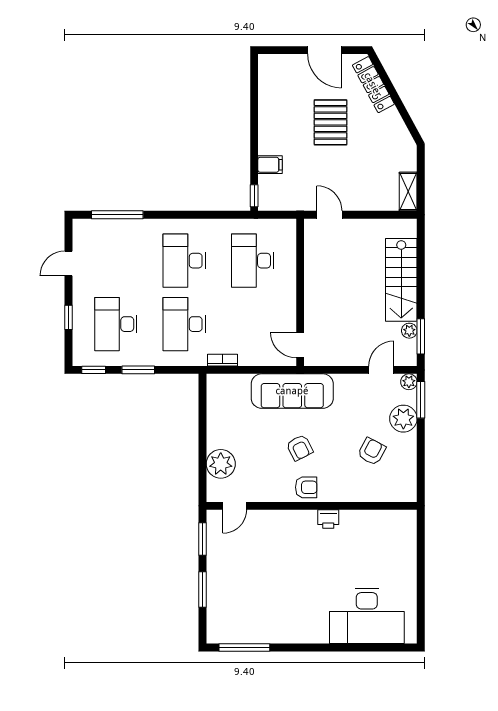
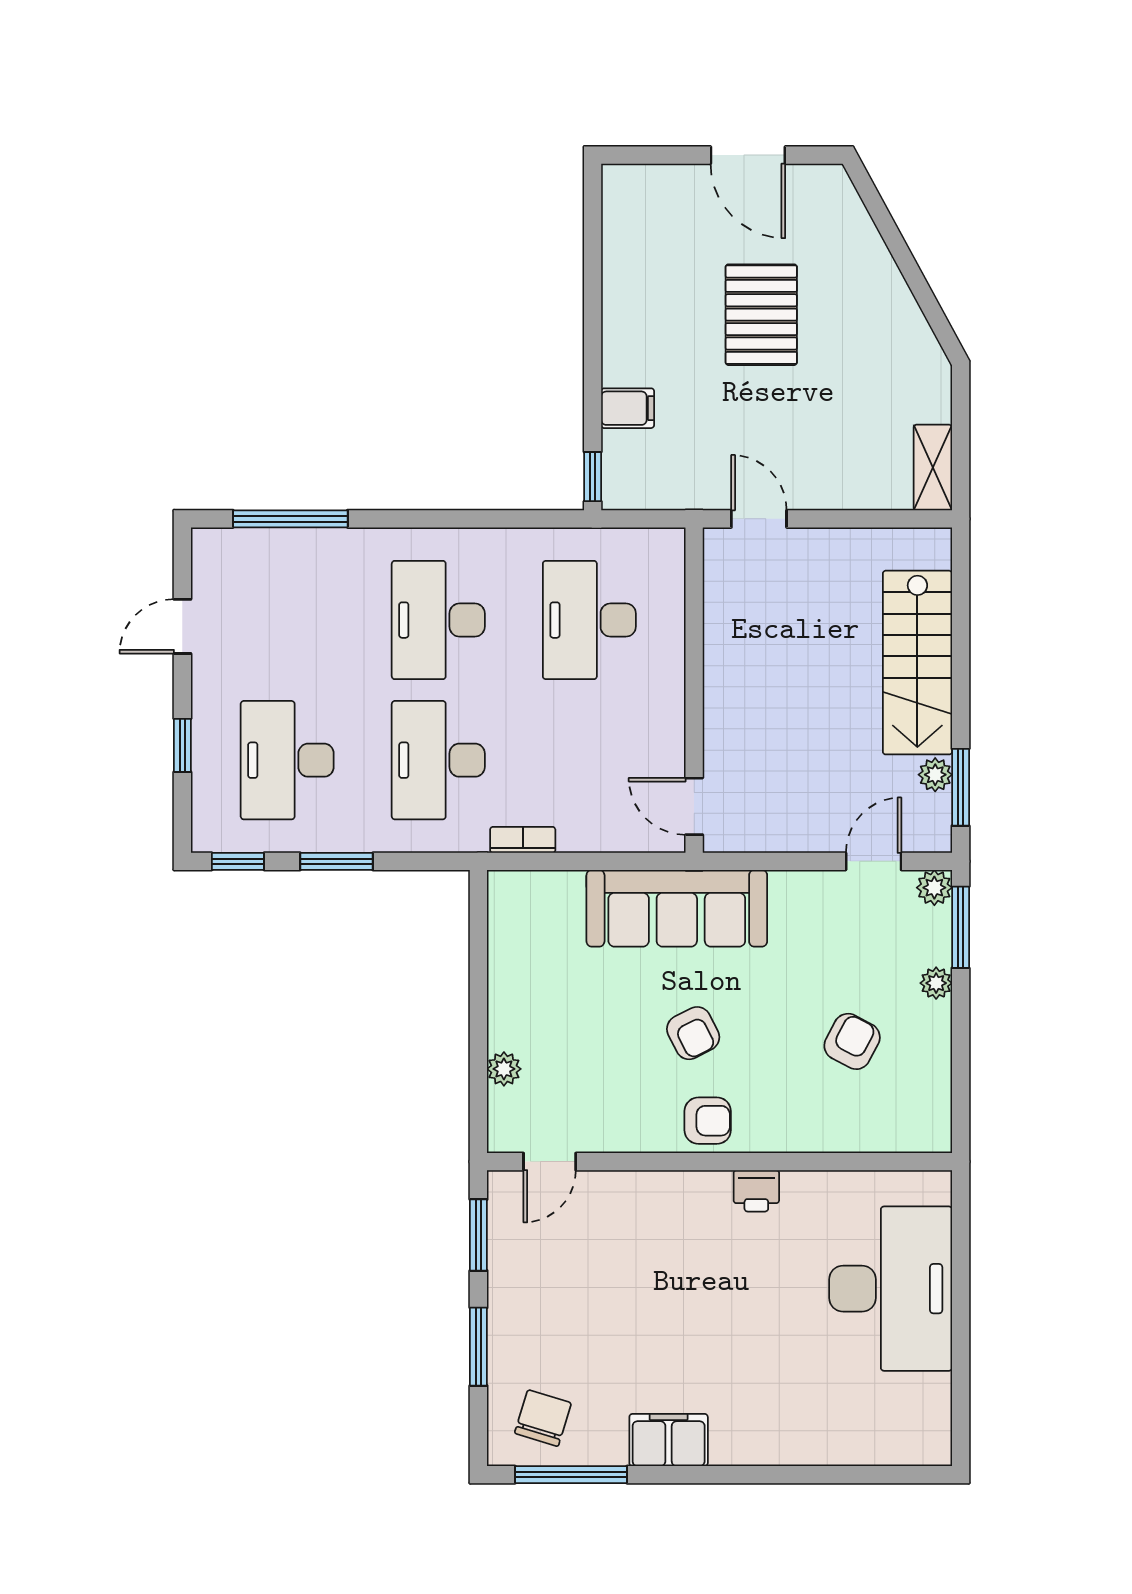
locker: (373, 85) -> (856, 231), removed
plant: (403, 419) -> (936, 983), width x0.53, depth x0.53
plant: (221, 464) -> (504, 1069), width x0.53, depth x0.53
desk: (367, 616) -> (891, 1289), moved, turned -90
chair: (232, 622) -> (543, 1418), added
filing cabinet: (289, 632) -> (669, 1440), added

